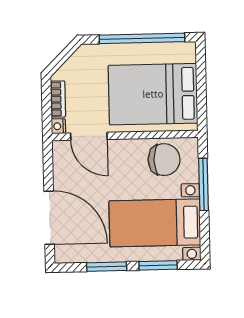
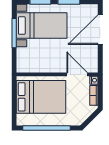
chair: (164, 160) -> (36, 60), removed
window: (204, 184) -> (14, 33), moved
door: (49, 218) -> (100, 30), hinge flipped

